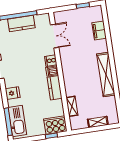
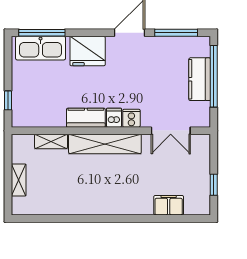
shelving: (106, 75) -> (105, 144), moved
fridge: (13, 93) -> (88, 51), width x1.88, depth x1.34
cooker: (55, 125) -> (24, 110), removed

